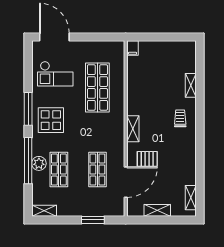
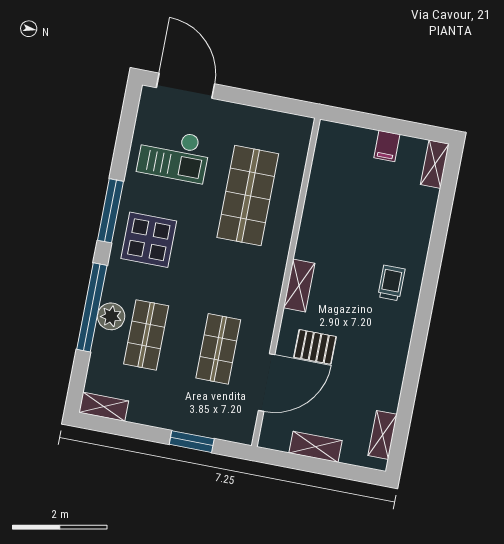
filing cabinet: (133, 48) -> (387, 146), moved
shelving: (191, 85) -> (435, 164), moved

